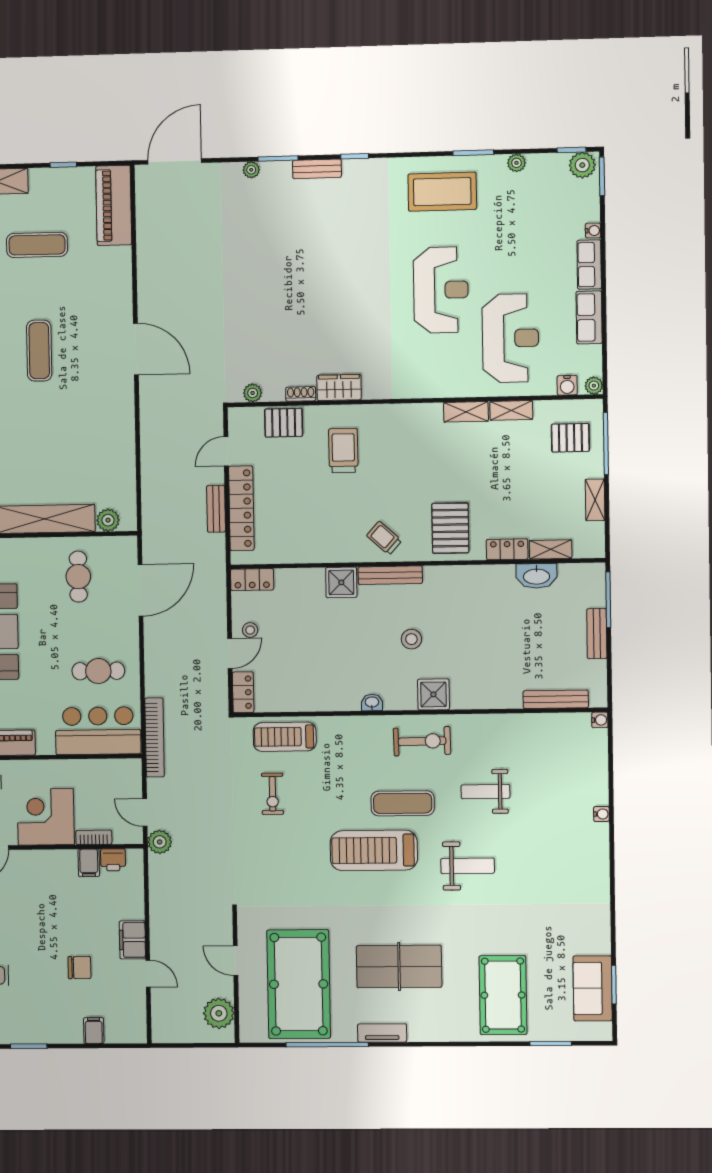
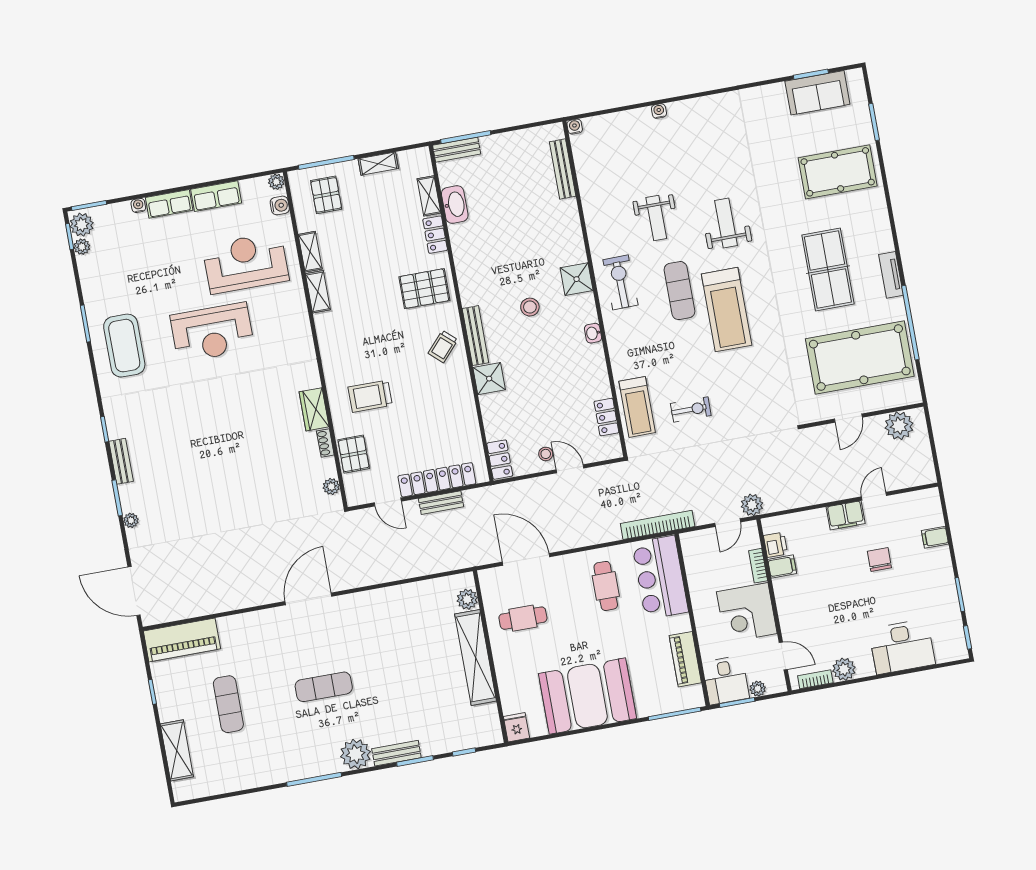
plant: (516, 163) -> (82, 247), moved
reception desk: (441, 290) -> (212, 332), turned 180
bench: (597, 634) -> (457, 150), moved
locker: (243, 692) -> (606, 417), moved, turned -90

